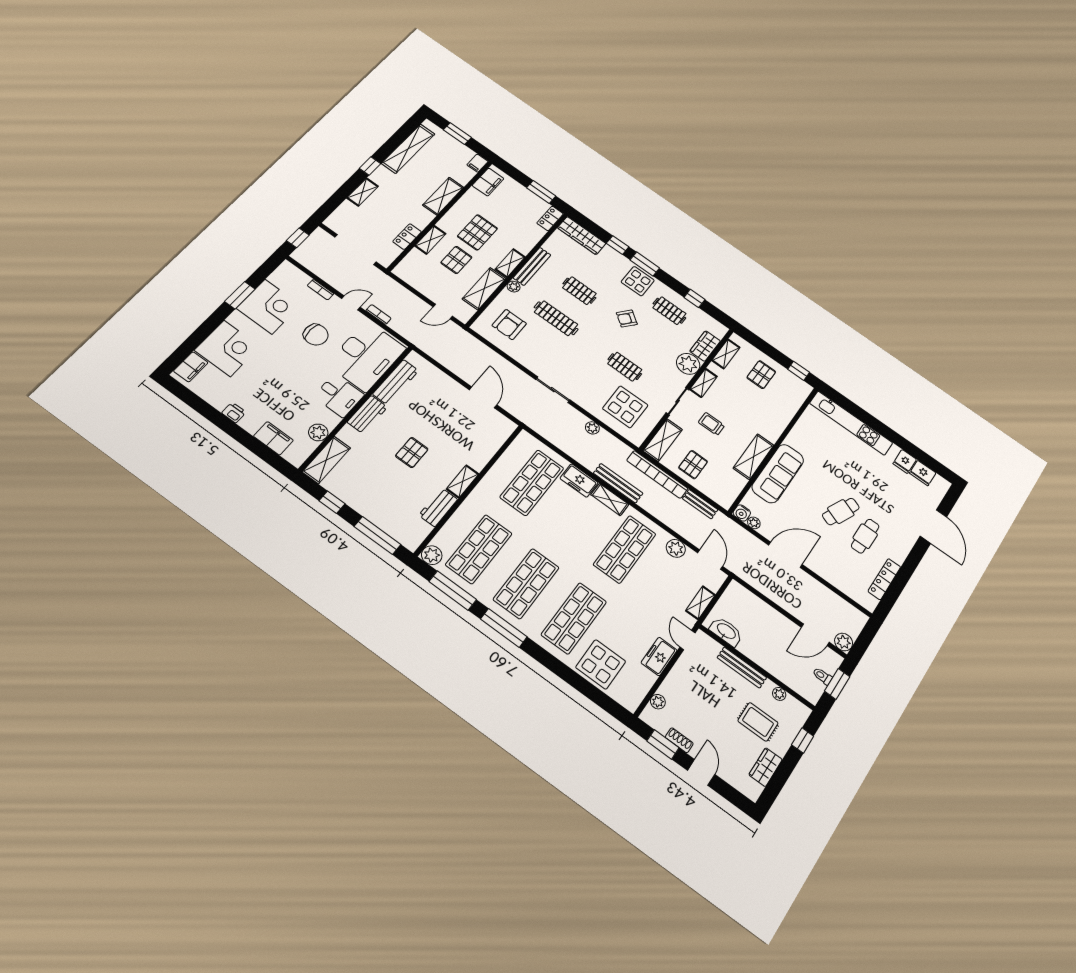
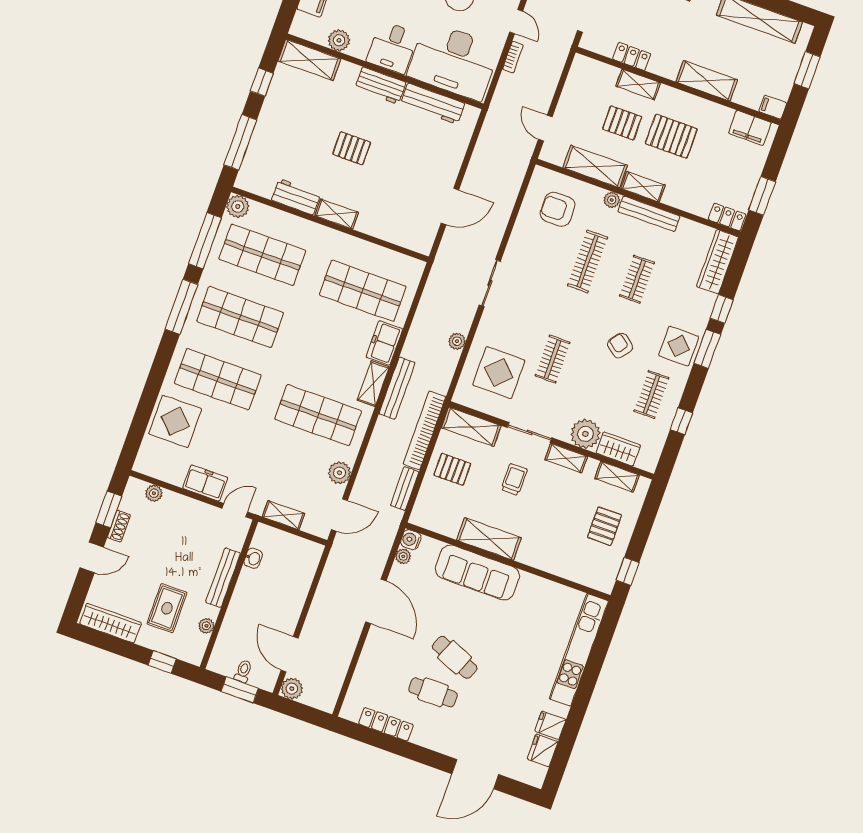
pallet: (761, 375) -> (605, 526), turned 90
washbasin: (726, 631) -> (253, 558), width x0.52, depth x0.69
wardrobe: (766, 767) -> (110, 623), width x1.50

